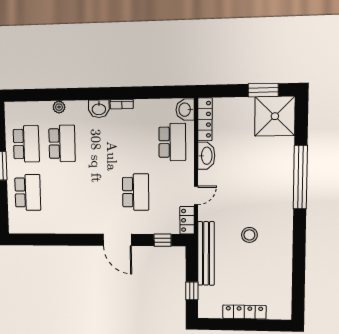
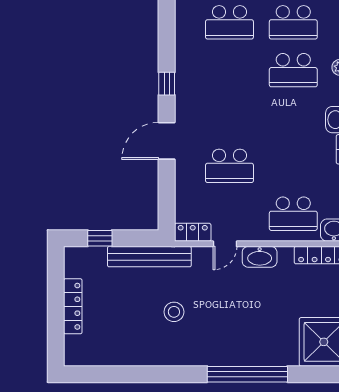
washbasin: (206, 156) -> (260, 257), moved
door: (196, 195) -> (225, 244), hinge flipped
window: (163, 240) -> (167, 84), moved

